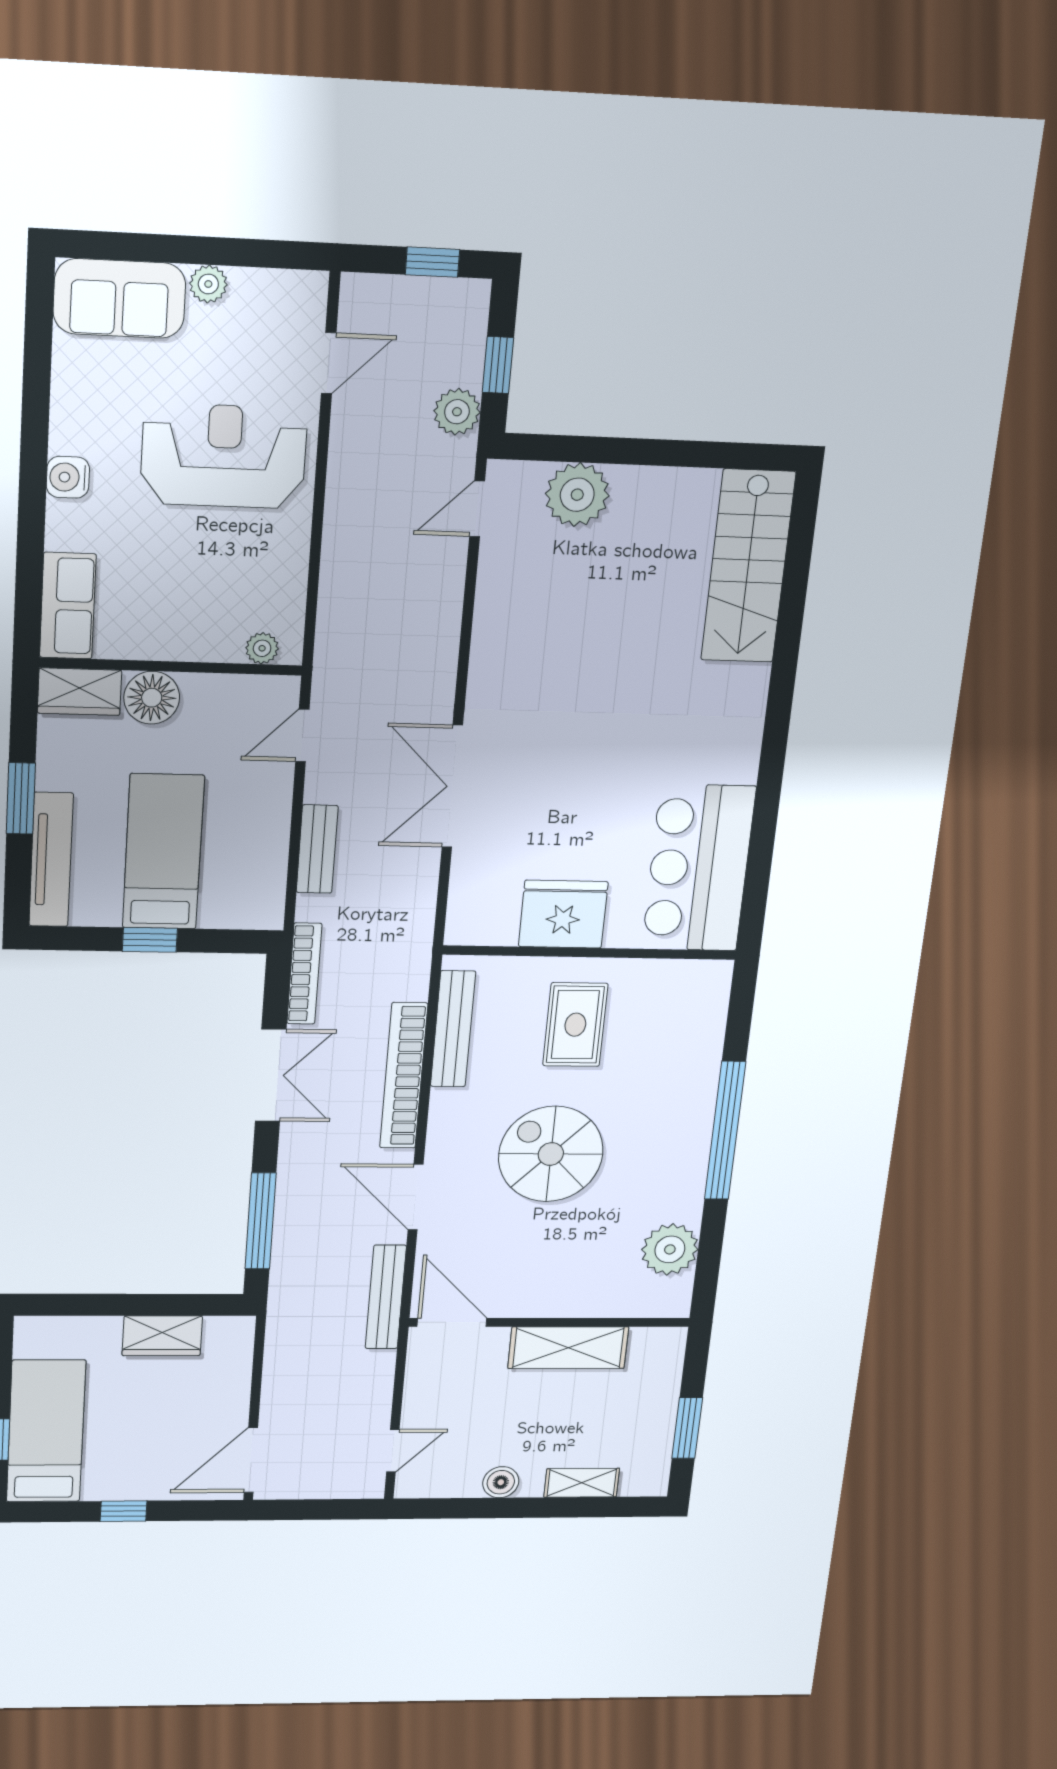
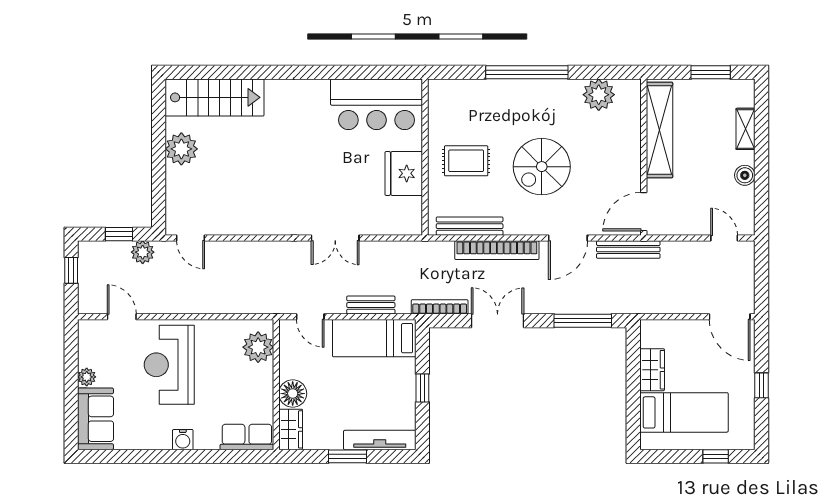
plant: (577, 495) -> (181, 149), moved
plant: (262, 648) -> (258, 347), width x1.87, depth x1.87
double door: (452, 786) -> (335, 238), width x0.73
bed: (163, 852) -> (374, 338), moved
shelving: (568, 1348) -> (659, 130), width x1.47
bed: (46, 1431) -> (684, 412), moved, turned 180

